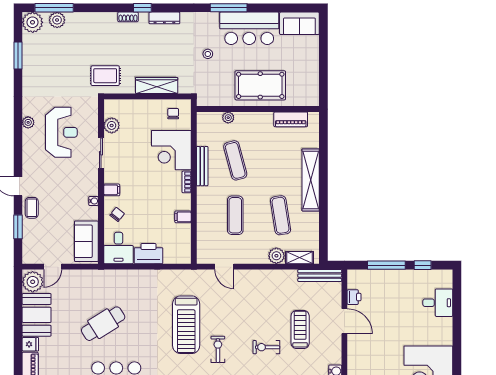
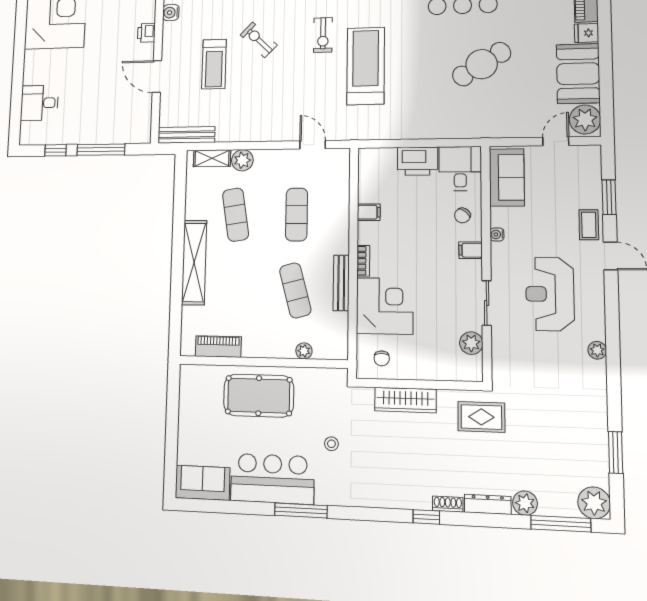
dresser: (164, 18) -> (488, 504), moved
plant: (57, 20) -> (525, 503), moved
reception desk: (61, 132) -> (550, 294), moved
printer: (354, 297) -> (146, 33), moved
exercise bike: (266, 347) -> (259, 40), turned -136

